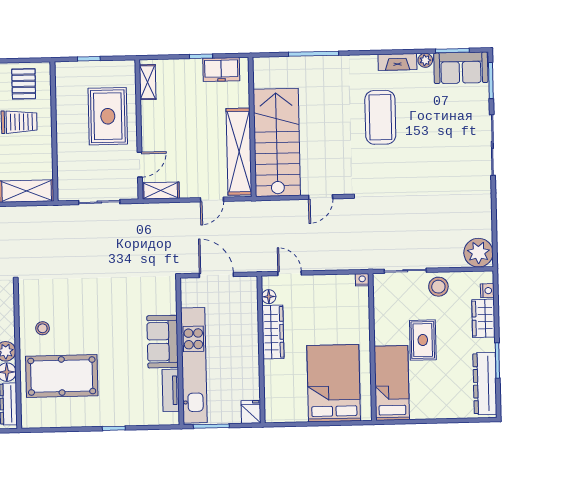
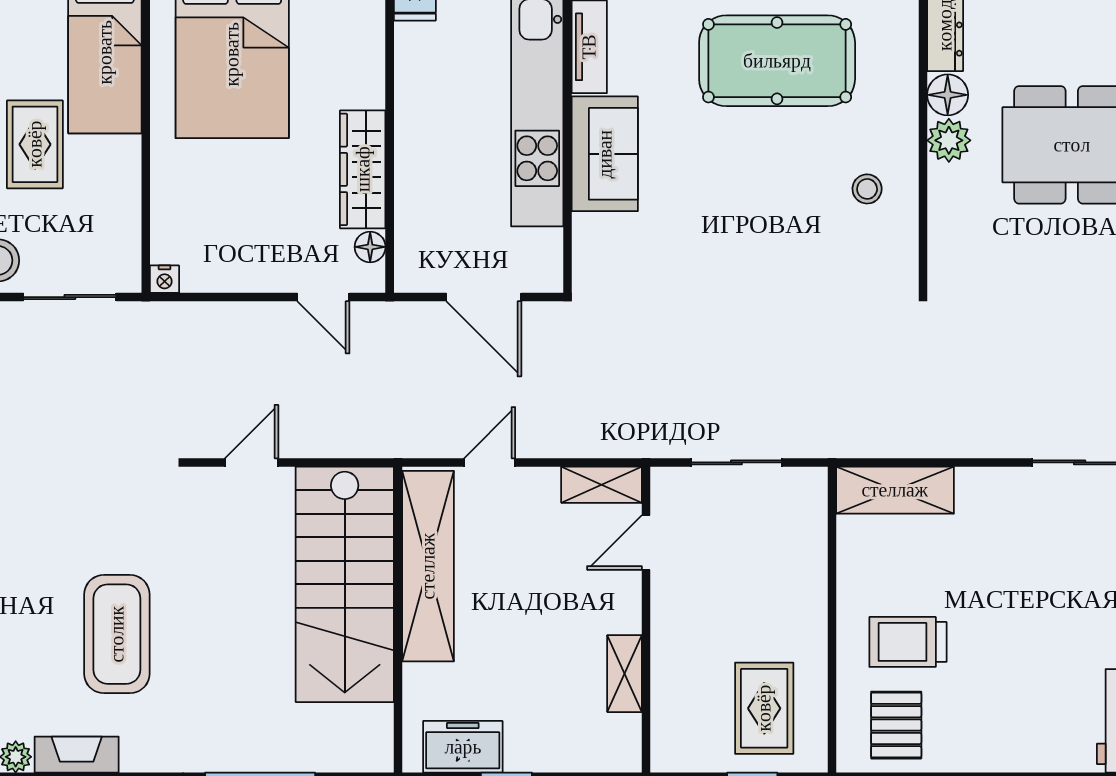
shelving: (148, 82) -> (625, 674), moved
rug: (108, 116) -> (764, 708), moved, width x0.73, depth x0.70
pool table: (62, 376) -> (777, 61), moved

